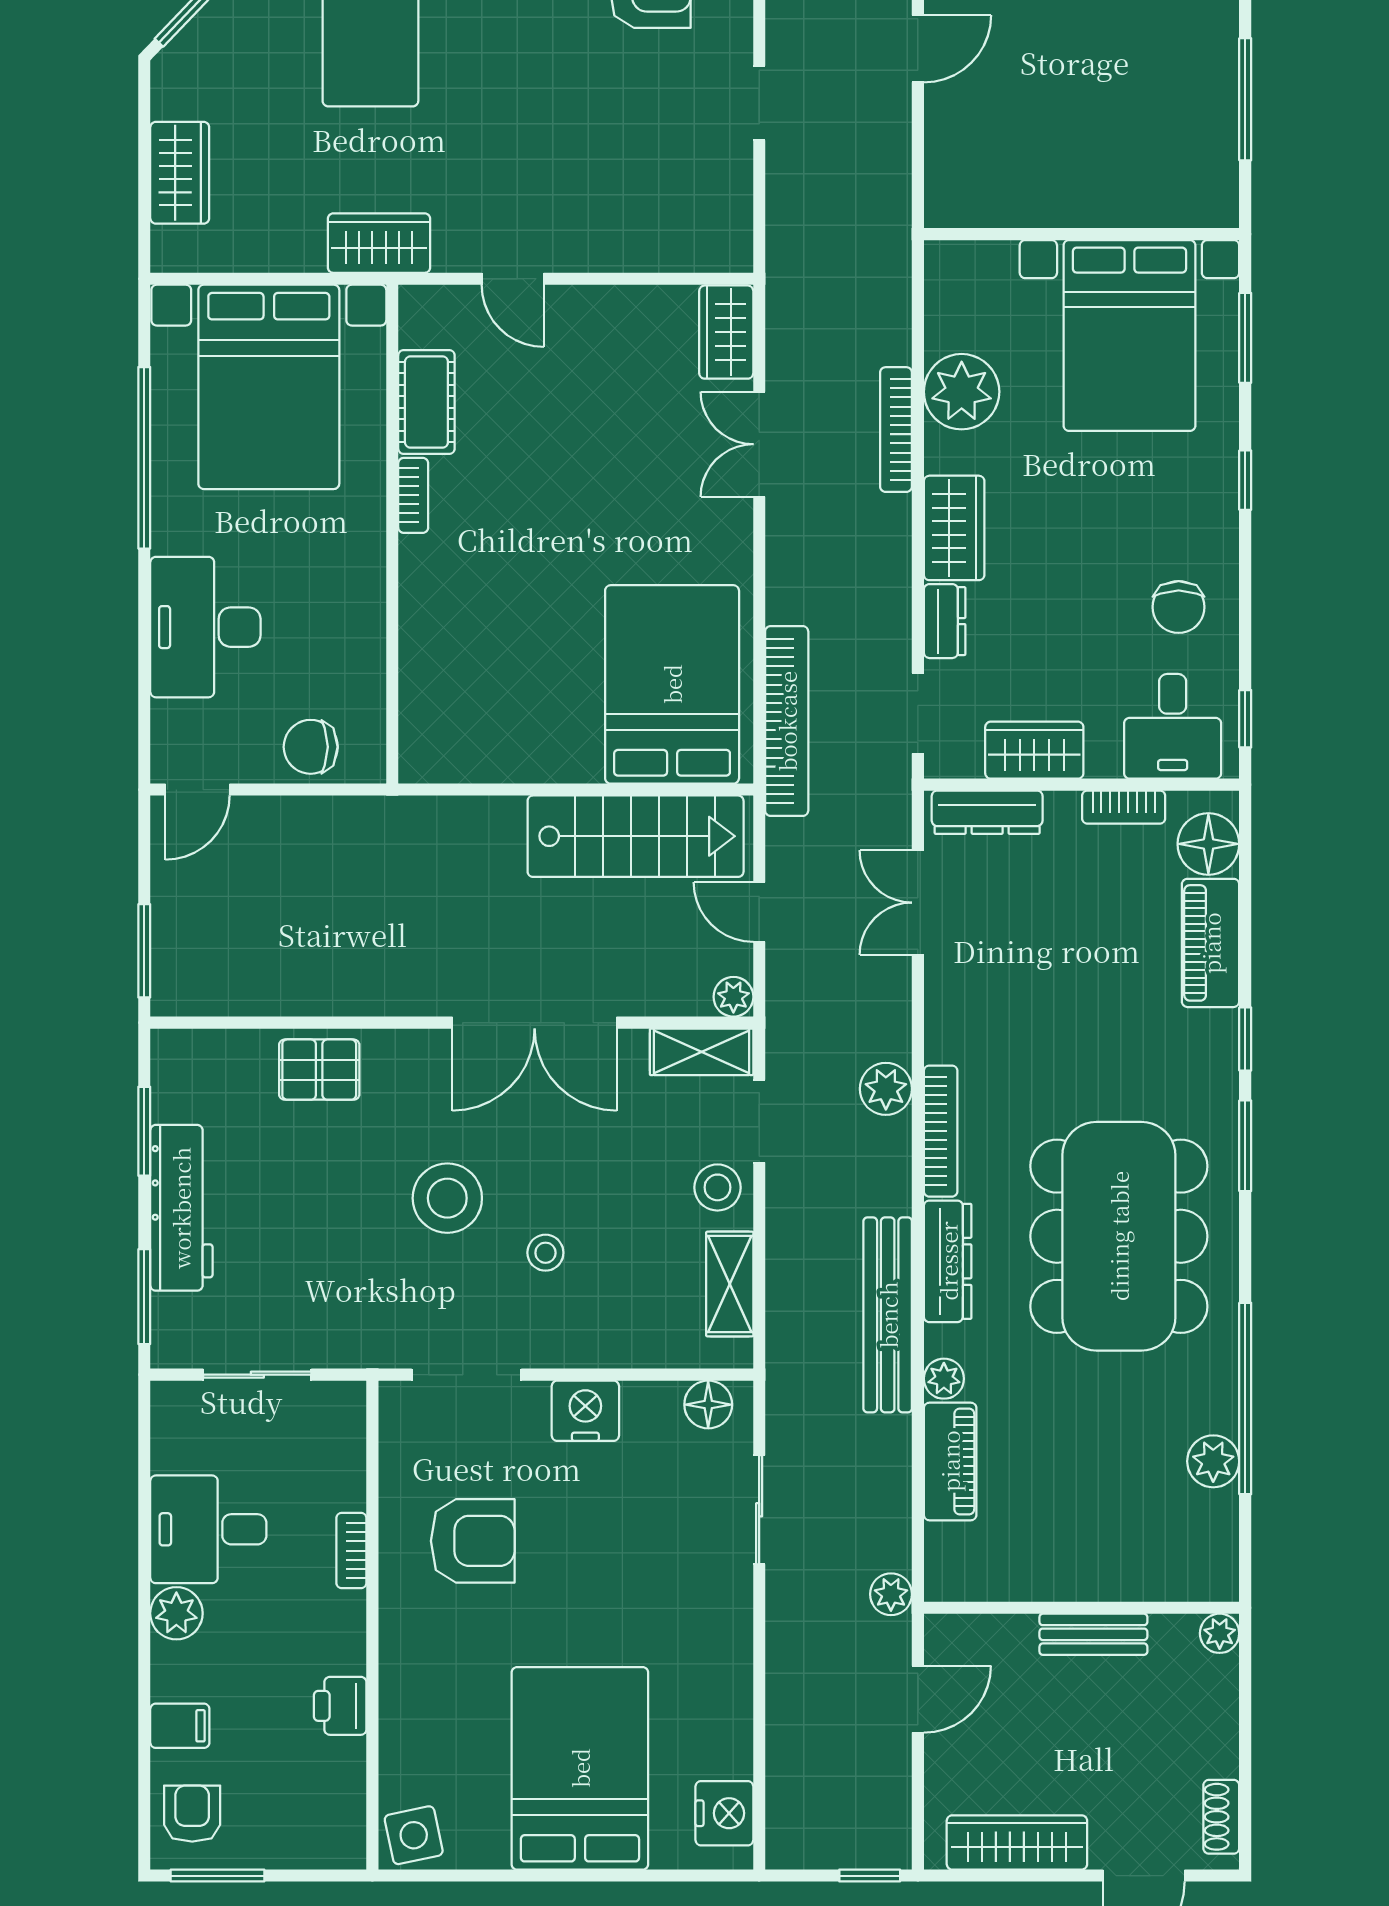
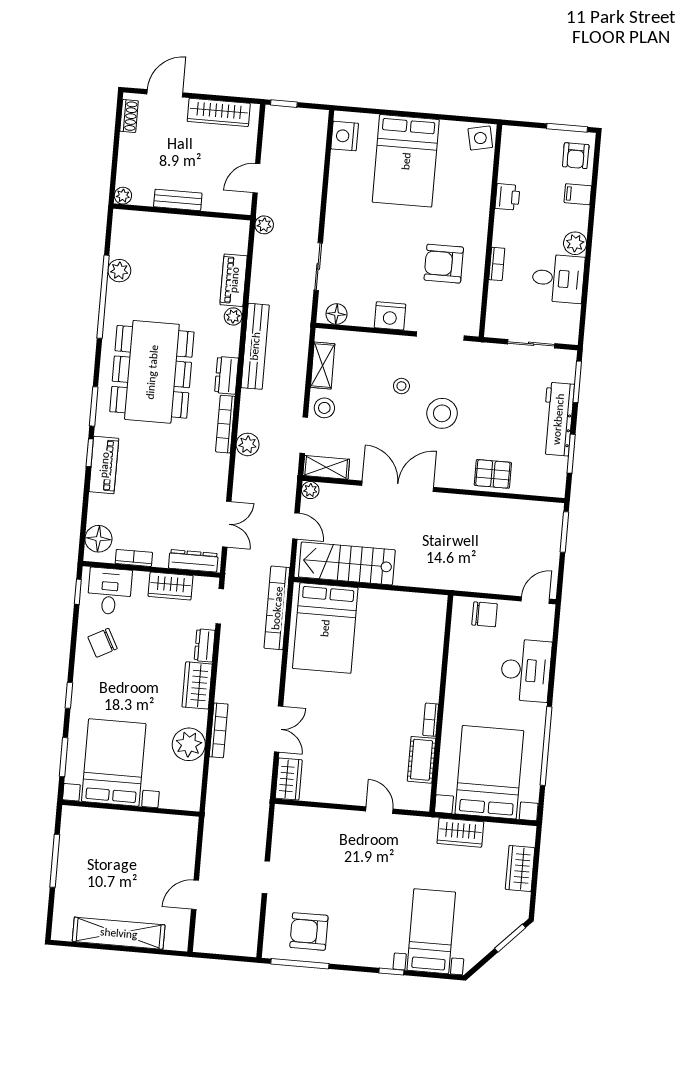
wardrobe: (379, 243) -> (460, 833), moved
chair: (1179, 607) -> (103, 643), turned -118
piano: (1211, 943) -> (104, 465), moved
dresser: (948, 1261) -> (226, 375), width x0.70

